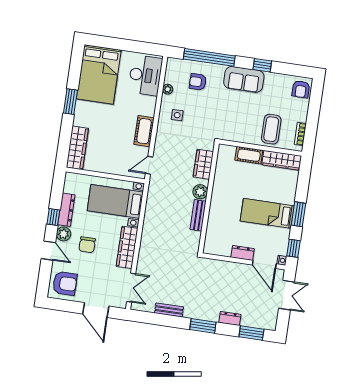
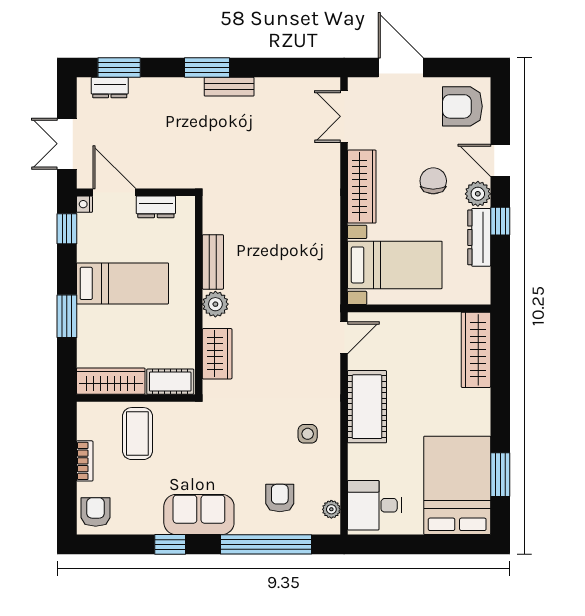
desk: (145, 75) -> (375, 505), width x0.73
armchair: (198, 82) -> (280, 498), turned -90
plant: (168, 89) -> (331, 509), moved
window: (70, 102) -> (500, 475), moved
cot: (144, 131) -> (367, 407), width x1.37, depth x1.34
bookcase: (300, 134) -> (85, 461), moved
wardrobe: (203, 164) -> (217, 354), moved
plant: (200, 192) -> (215, 304), moved
wall: (209, 198) -> (199, 295), moved
window: (299, 214) -> (67, 316), moved
bench: (198, 215) -> (213, 262), moved
bench: (169, 310) -> (229, 87), moved
dresser: (230, 318) -> (110, 88), moved

